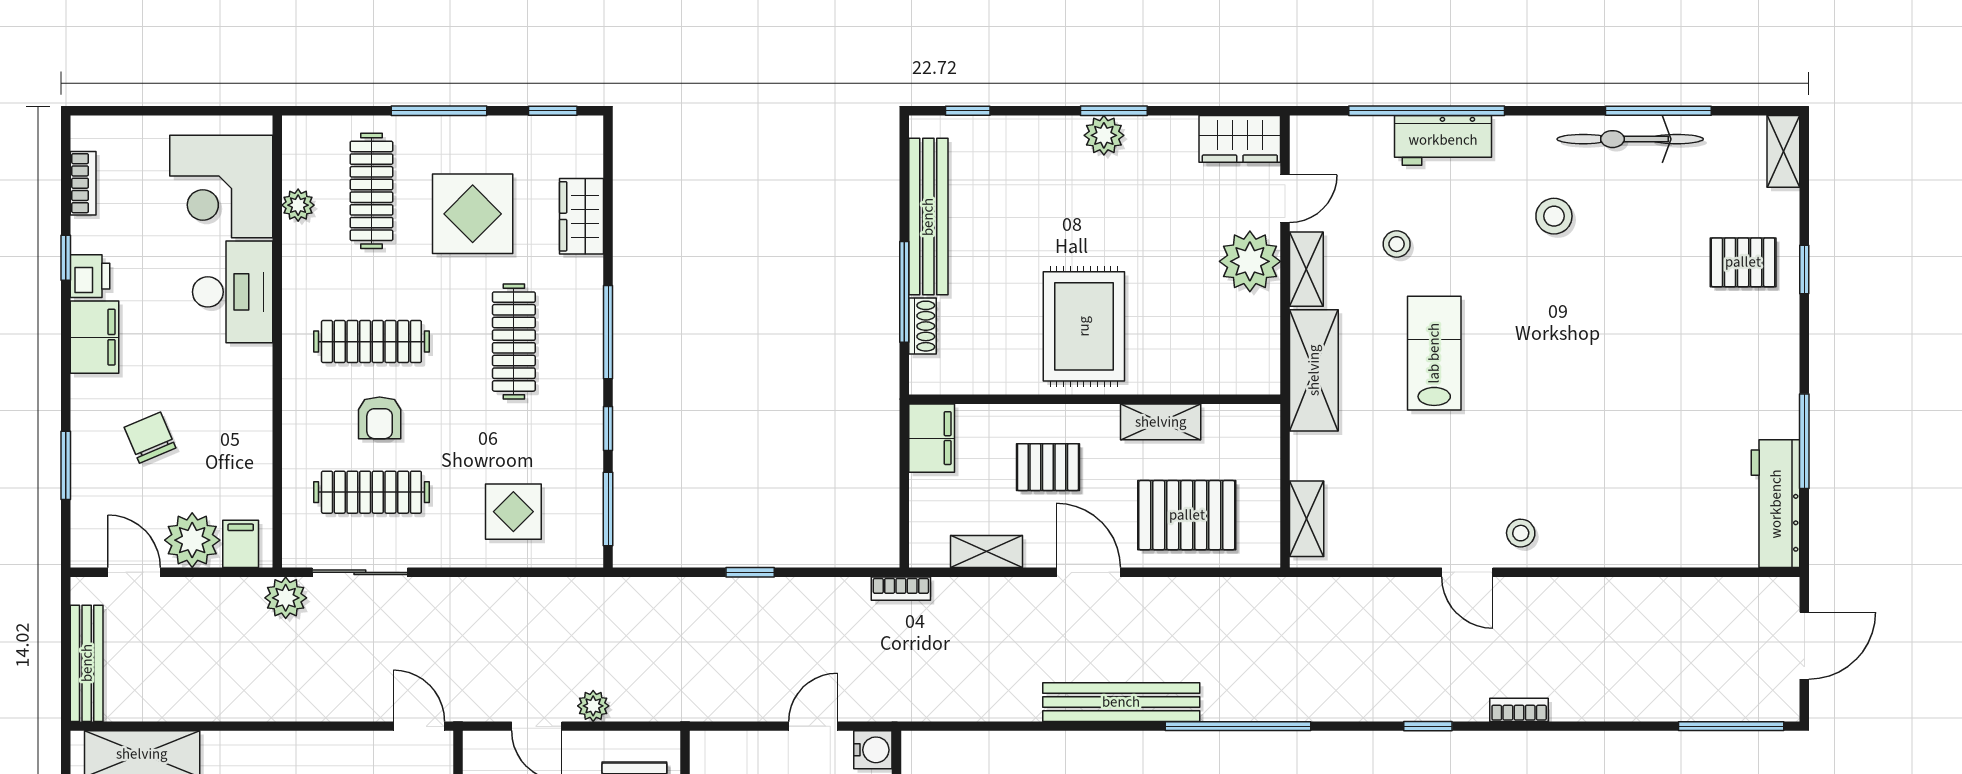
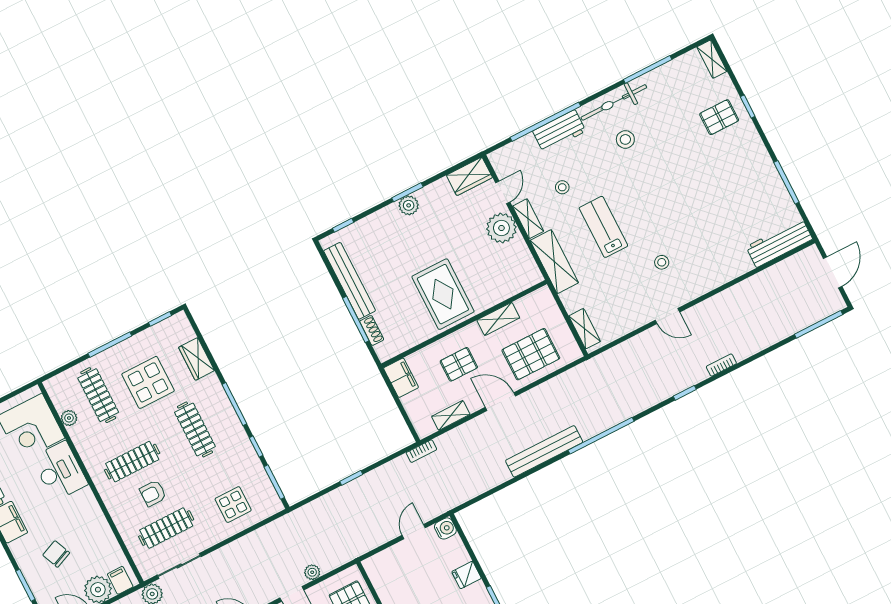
bicycle: (1630, 139) -> (614, 102), moved
armchair: (380, 418) -> (153, 493), turned 90
workbench: (1776, 504) -> (779, 243), moved, turned 90
stool: (1521, 533) -> (662, 262), moved

